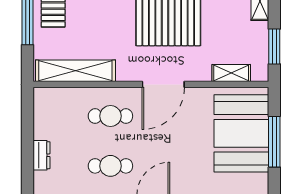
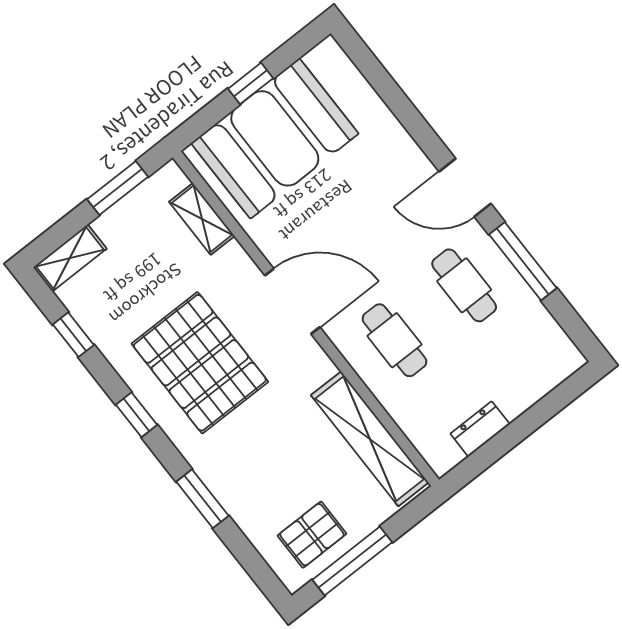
window: (274, 142) -> (251, 83), width x0.46
dresser: (41, 155) -> (480, 429), moved

